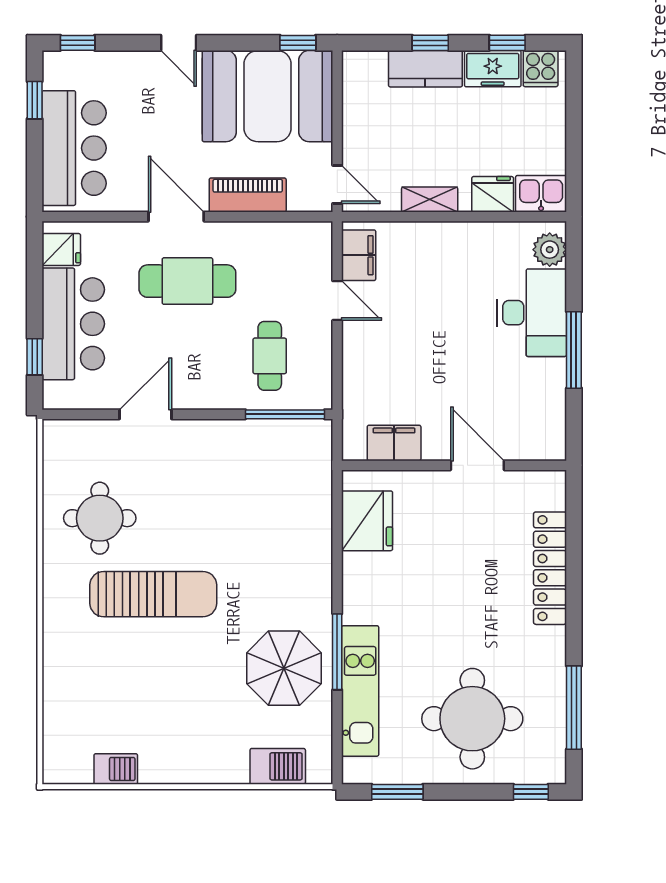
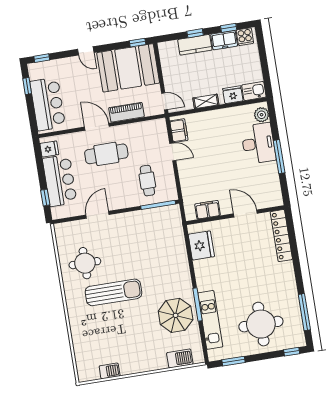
locker: (550, 568) -> (281, 236), moved

